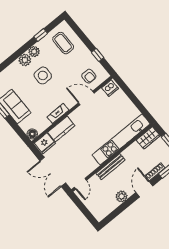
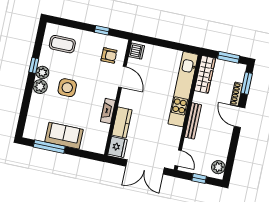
window: (41, 35) -> (34, 65), moved
door: (86, 98) -> (122, 77), swing flipped
floor lamp: (32, 134) -> (99, 148), removed
wardrobe: (148, 138) -> (205, 74), width x1.50
plant: (122, 196) -> (218, 167), moved
window: (84, 209) -> (199, 178), added

